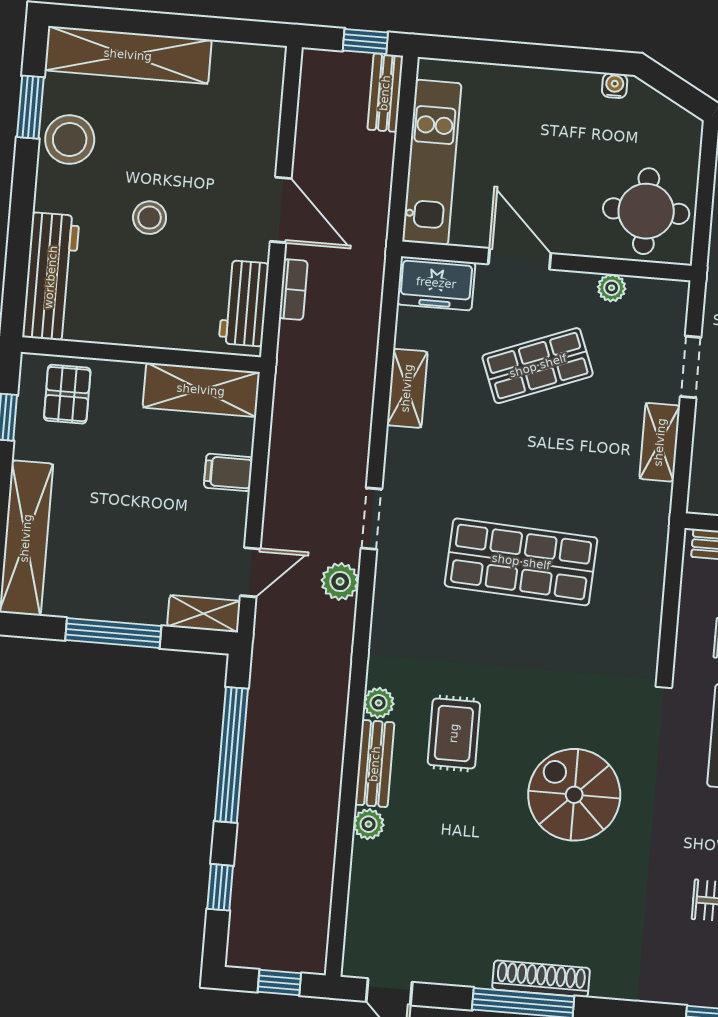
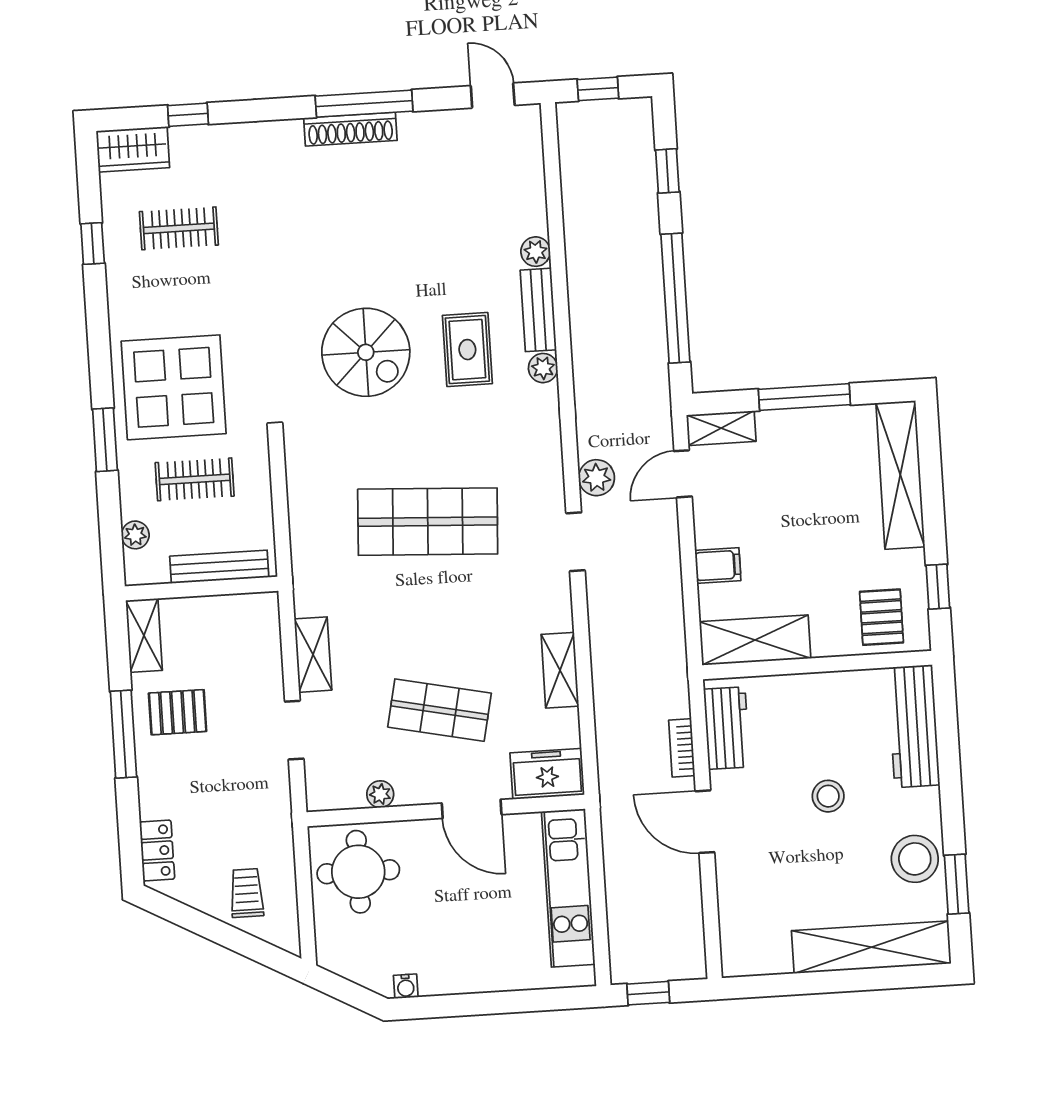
bench: (385, 93) -> (622, 948), removed
shop shelf: (538, 366) -> (440, 710), turned 33
spiral stairs: (574, 795) -> (366, 352), moved

